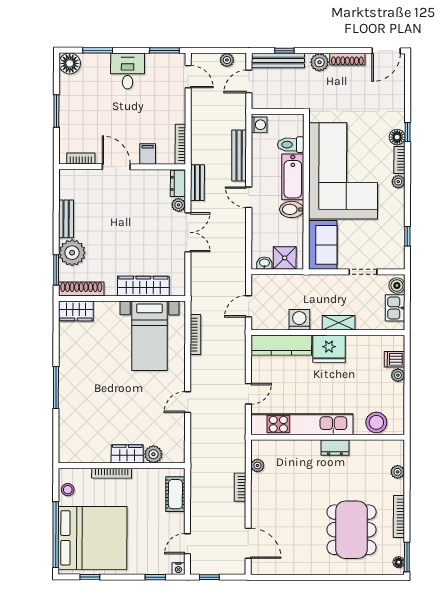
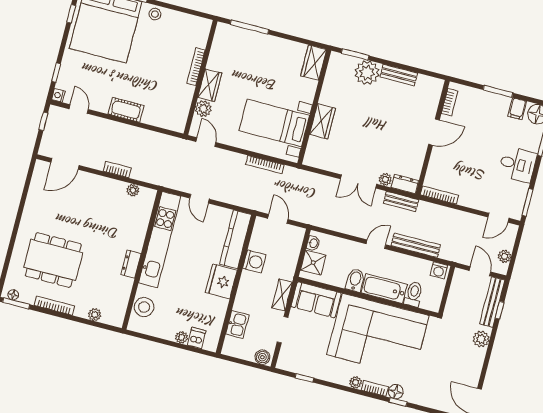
shoe rack: (347, 59) -> (477, 365), removed
filing cabinet: (148, 154) -> (517, 109), moved, turned 90
wardrobe: (143, 286) -> (323, 121), width x0.67
shoe rack: (81, 289) -> (332, 73), removed
kitchen sink: (395, 308) -> (237, 324), moved, turned 90
shelving: (339, 323) -> (282, 295), moved
wardrobe: (127, 454) -> (210, 85), moved
plant: (153, 454) -> (203, 109), moved
wall: (122, 466) -> (200, 77), moved
bookcase: (112, 473) -> (196, 67), moved

